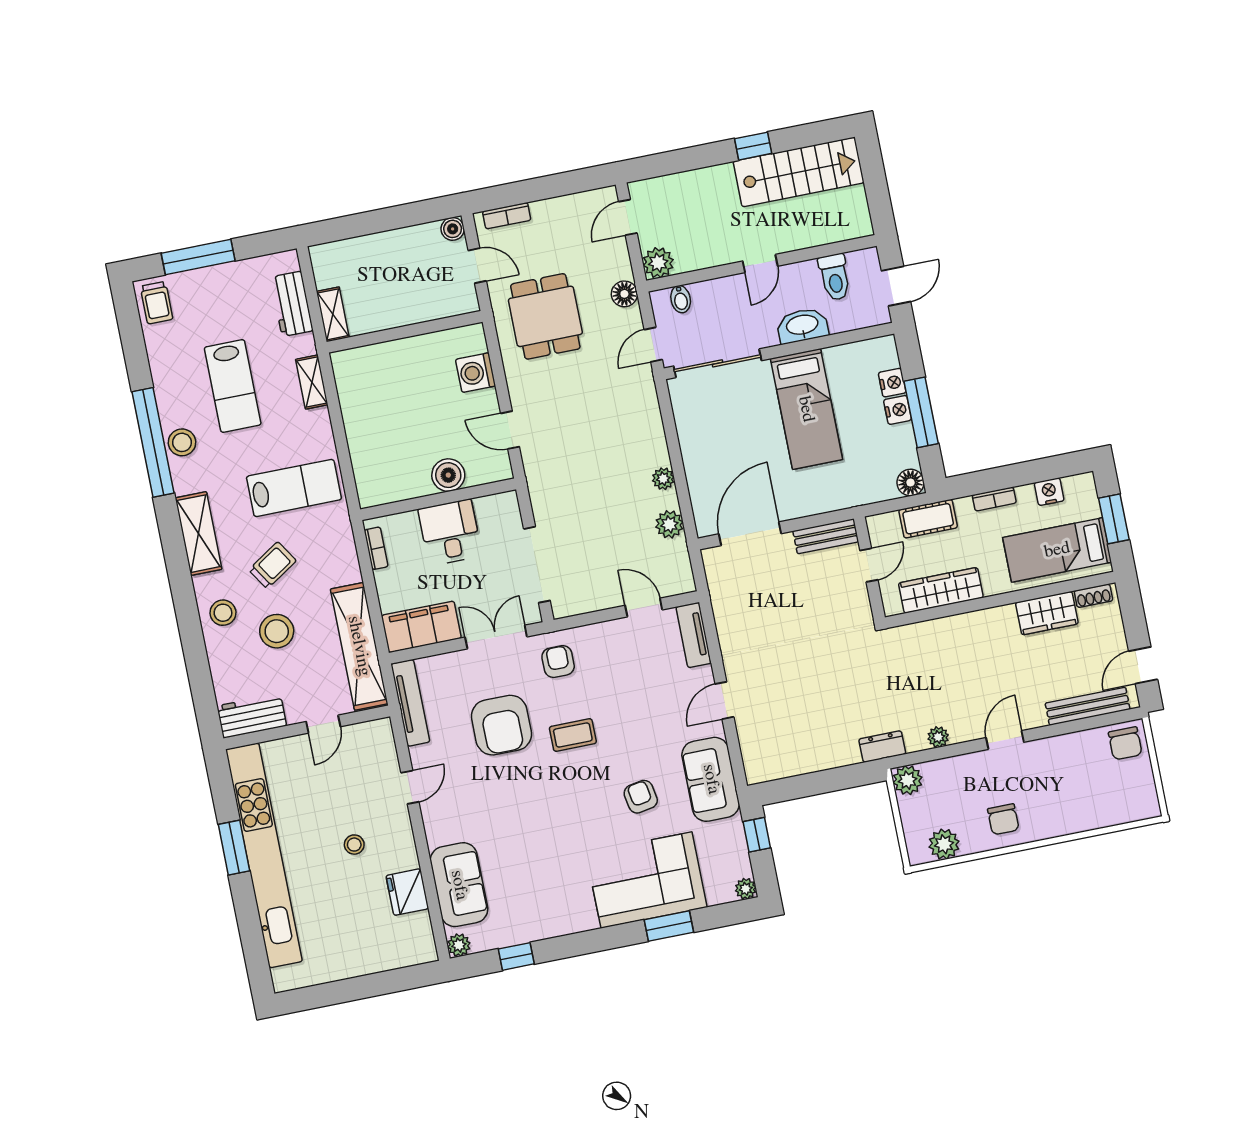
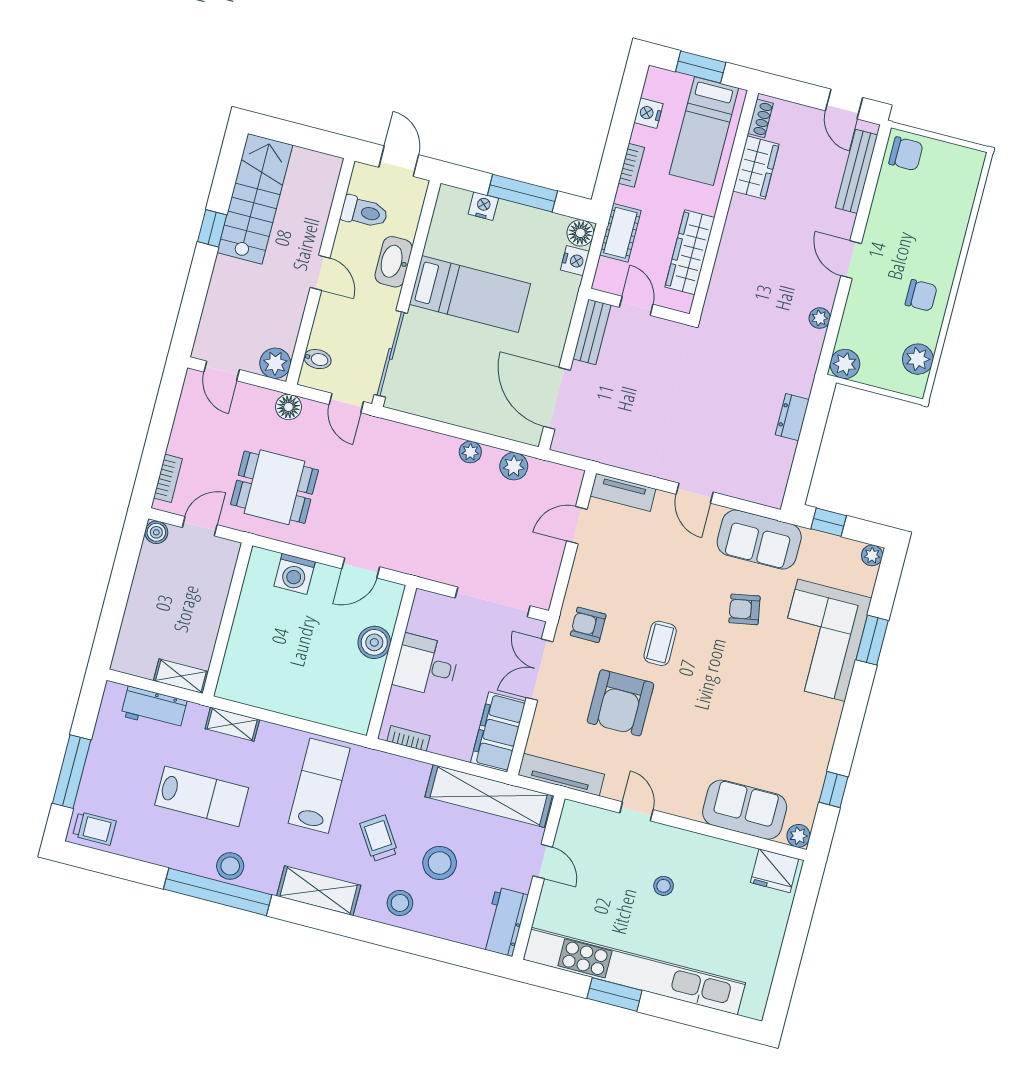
nightstand: (898, 410) -> (575, 261), moved, turned 90
armchair: (501, 725) -> (620, 703), turned 90
dresser: (882, 747) -> (792, 417), moved
fridge: (407, 892) -> (774, 871), moved

